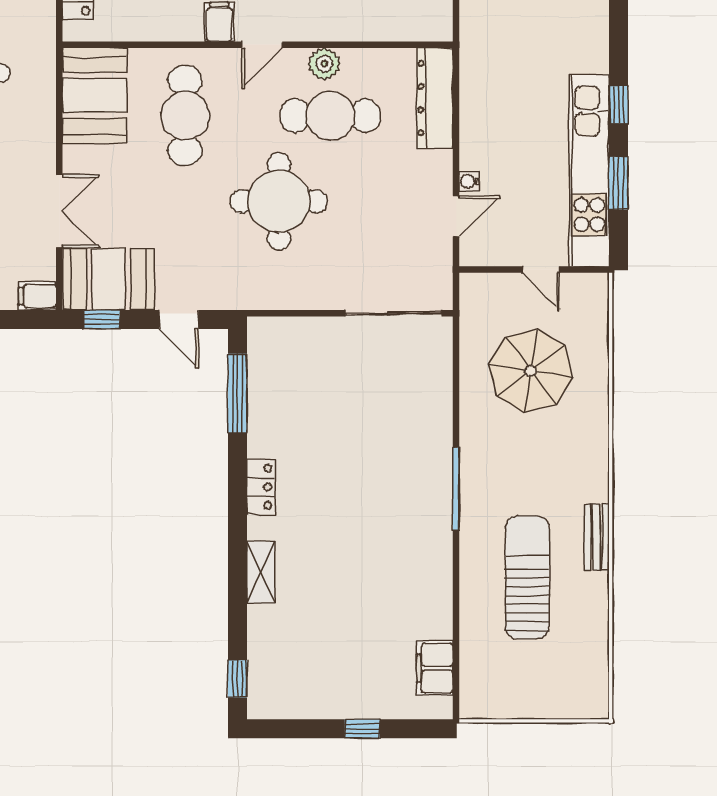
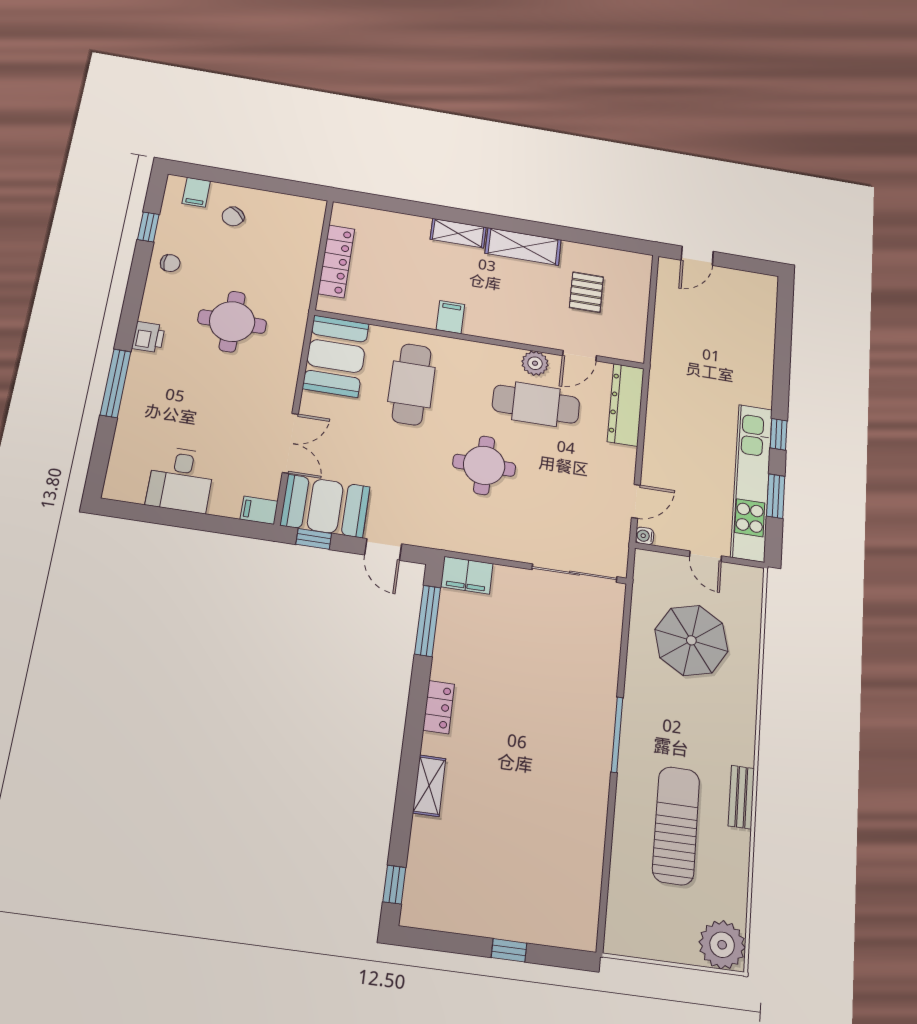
door: (262, 45) -> (580, 356), moved
water cooler: (469, 181) -> (645, 536), moved
round table: (279, 201) -> (484, 465), width x0.73, depth x0.73
filing cabinet: (435, 668) -> (467, 575), moved, turned -90
plant: (584, 694) -> (722, 945), added

